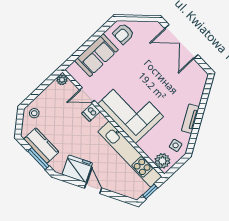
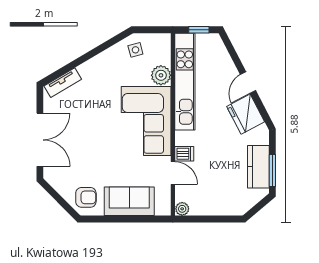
stool: (34, 113) -> (237, 202), removed
tv unit: (190, 119) -> (63, 83), moved
window: (38, 159) -> (272, 171), moved
plant: (162, 161) -> (161, 75), moved

